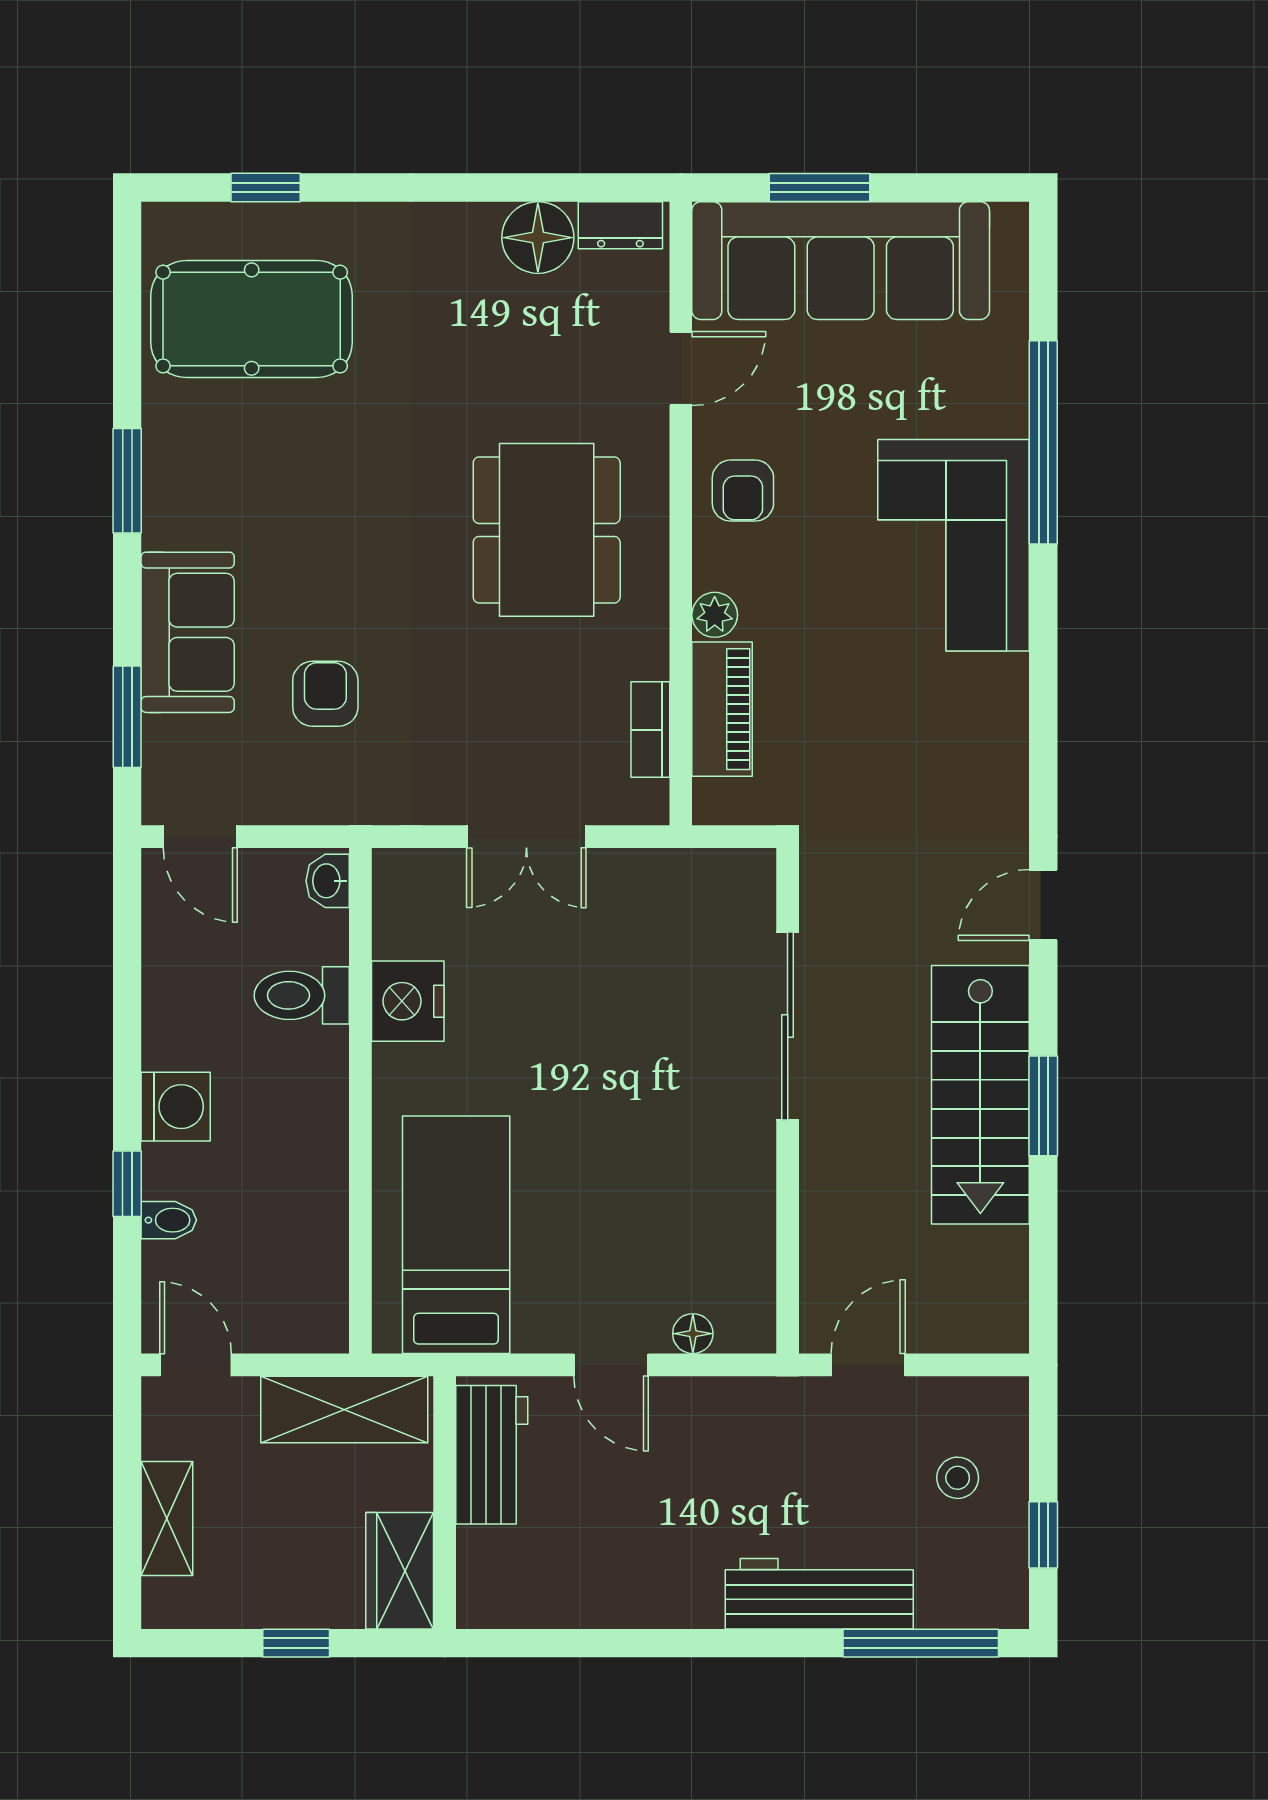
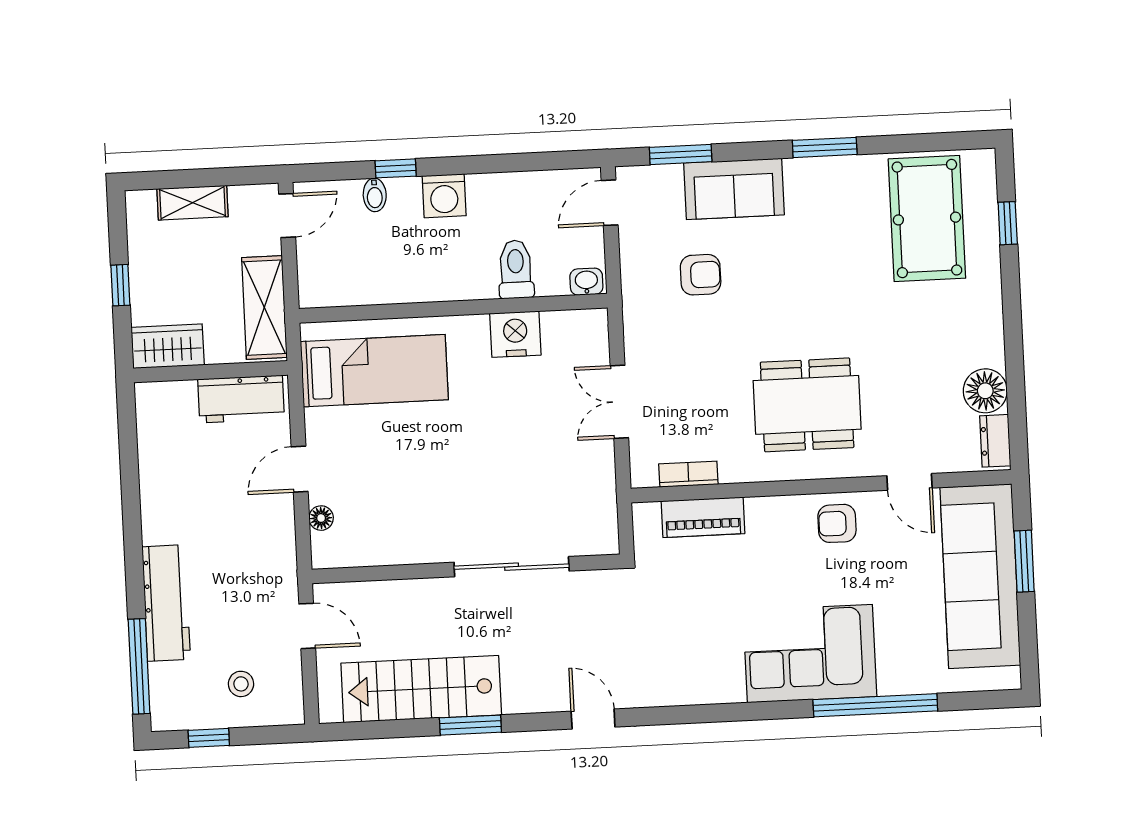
plant: (715, 615) -> (760, 510), removed
stairs: (980, 1095) -> (421, 689), moved

